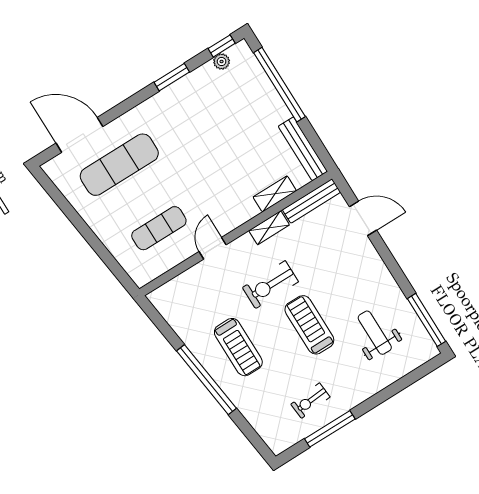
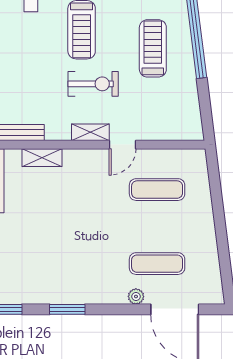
plant: (222, 61) -> (136, 296), moved
exercise mat: (119, 165) -> (157, 264), width x0.73, depth x0.69
shelving: (269, 228) -> (90, 132), moved

